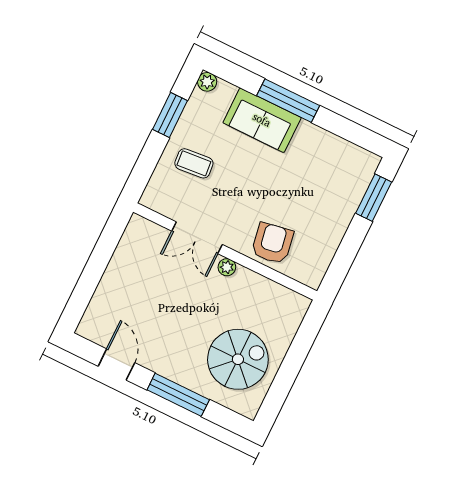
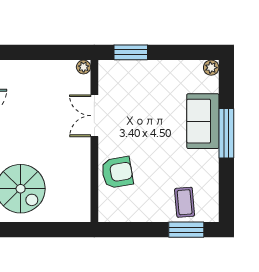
window: (170, 115) -> (131, 52), moved
coffee table: (194, 163) -> (185, 202), moved
plant: (227, 267) -> (84, 67), moved

